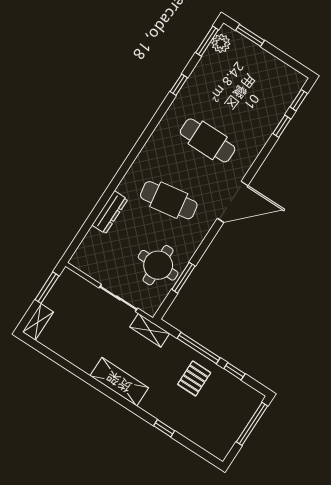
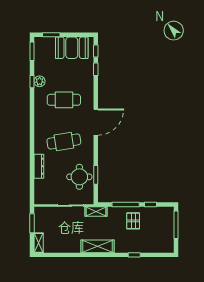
plant: (221, 43) -> (40, 81), moved
booth: (267, 73) -> (72, 48), added

